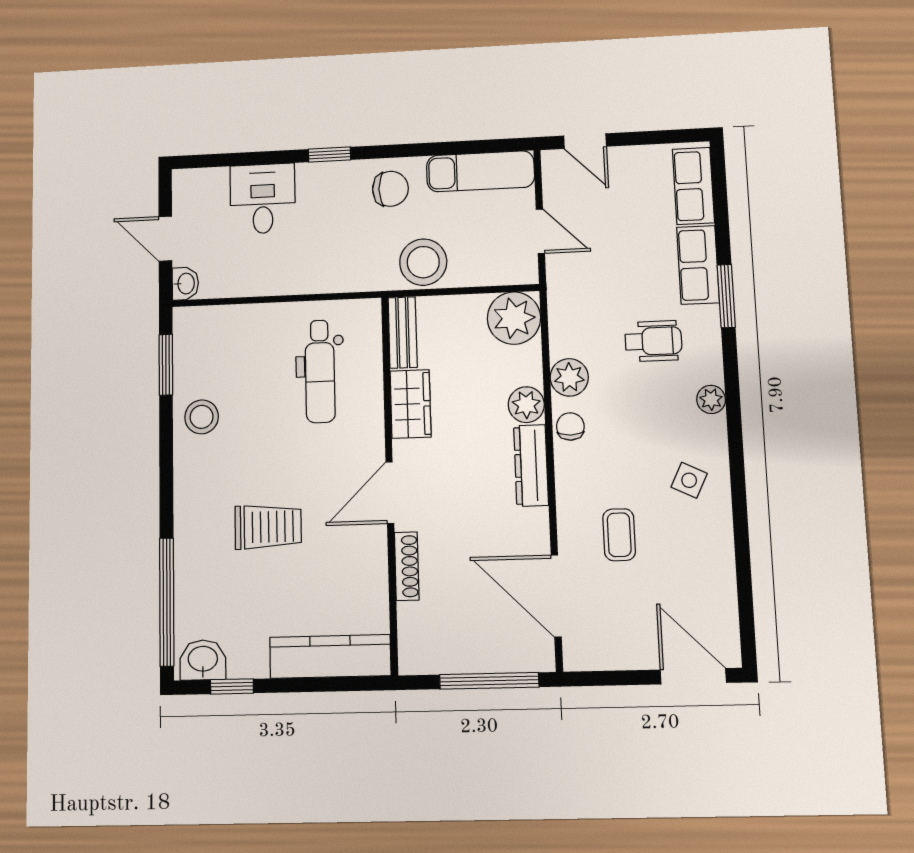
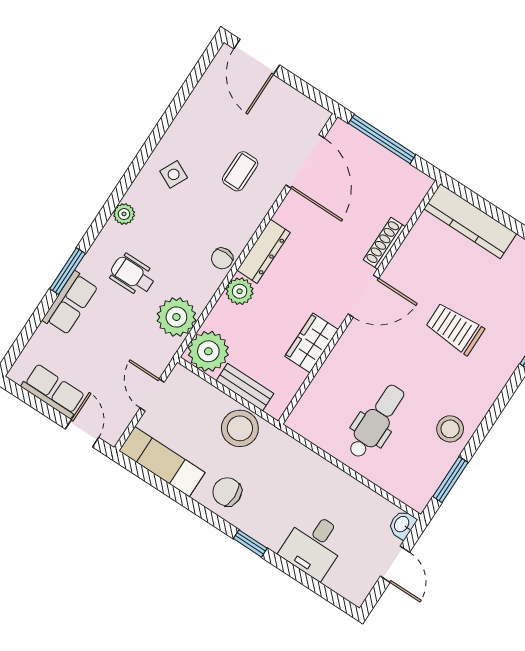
row of seats: (693, 186) -> (53, 391), moved, turned -90
bench: (403, 333) -> (245, 387), moved, turned 90
dental chair: (320, 371) -> (376, 421), moved
plant: (569, 377) -> (176, 317), moved, width x1.36, depth x1.36

